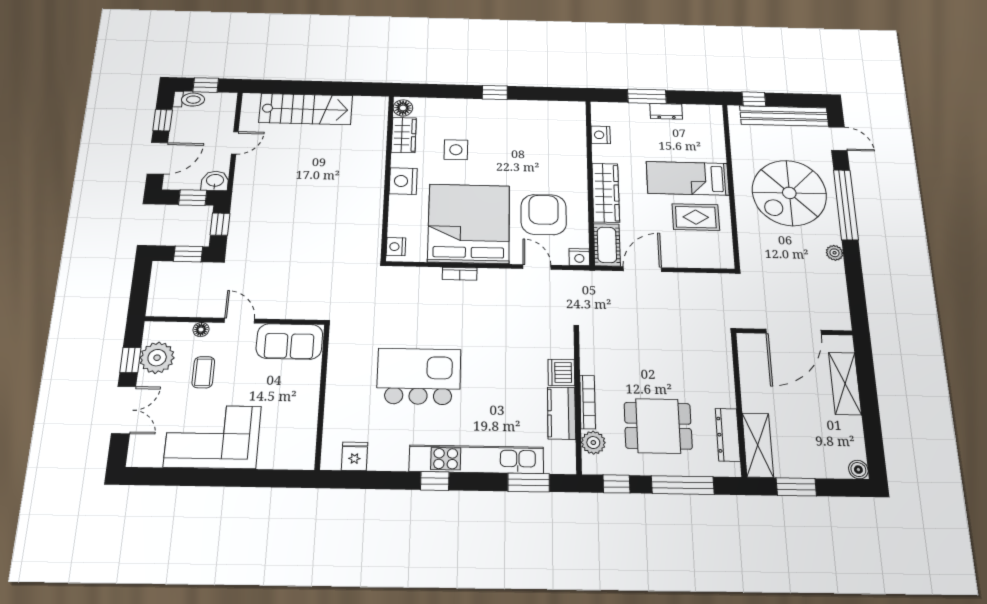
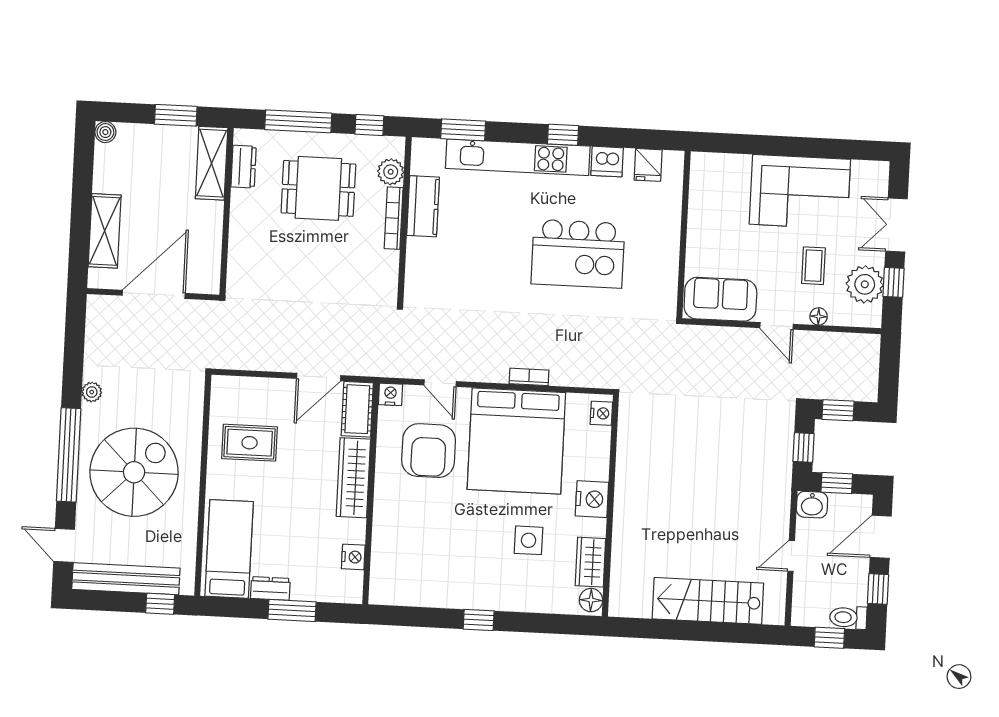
bed: (688, 178) -> (229, 549), moved, turned -90
dishwasher: (561, 372) -> (607, 162), moved, turned 90
dresser: (728, 435) -> (244, 167), width x0.70

